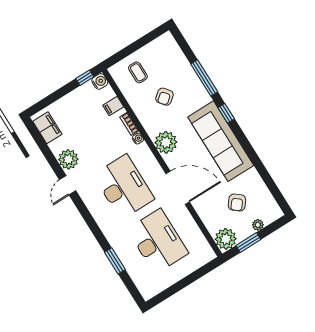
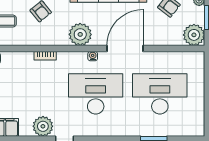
filing cabinet: (113, 106) -> (21, 60), removed
water cooler: (138, 139) -> (93, 56), moved

